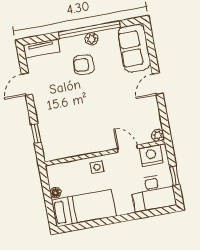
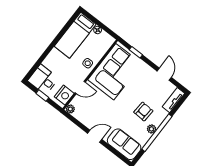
door: (158, 84) -> (95, 136), hinge flipped
corner sofa: (76, 133) -> (115, 72), added
desk: (153, 193) -> (43, 80), width x0.73

